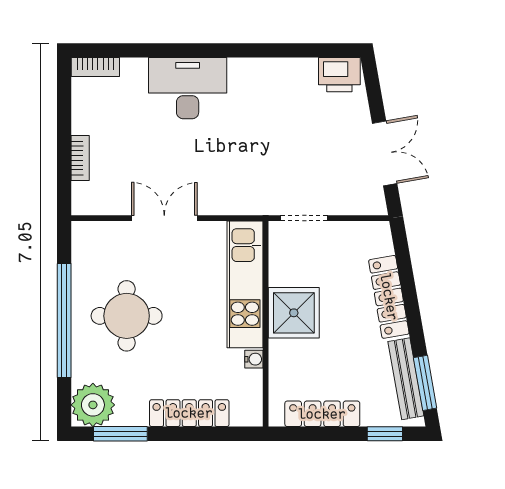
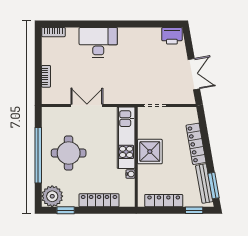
window: (120, 434) -> (66, 210), width x0.67

